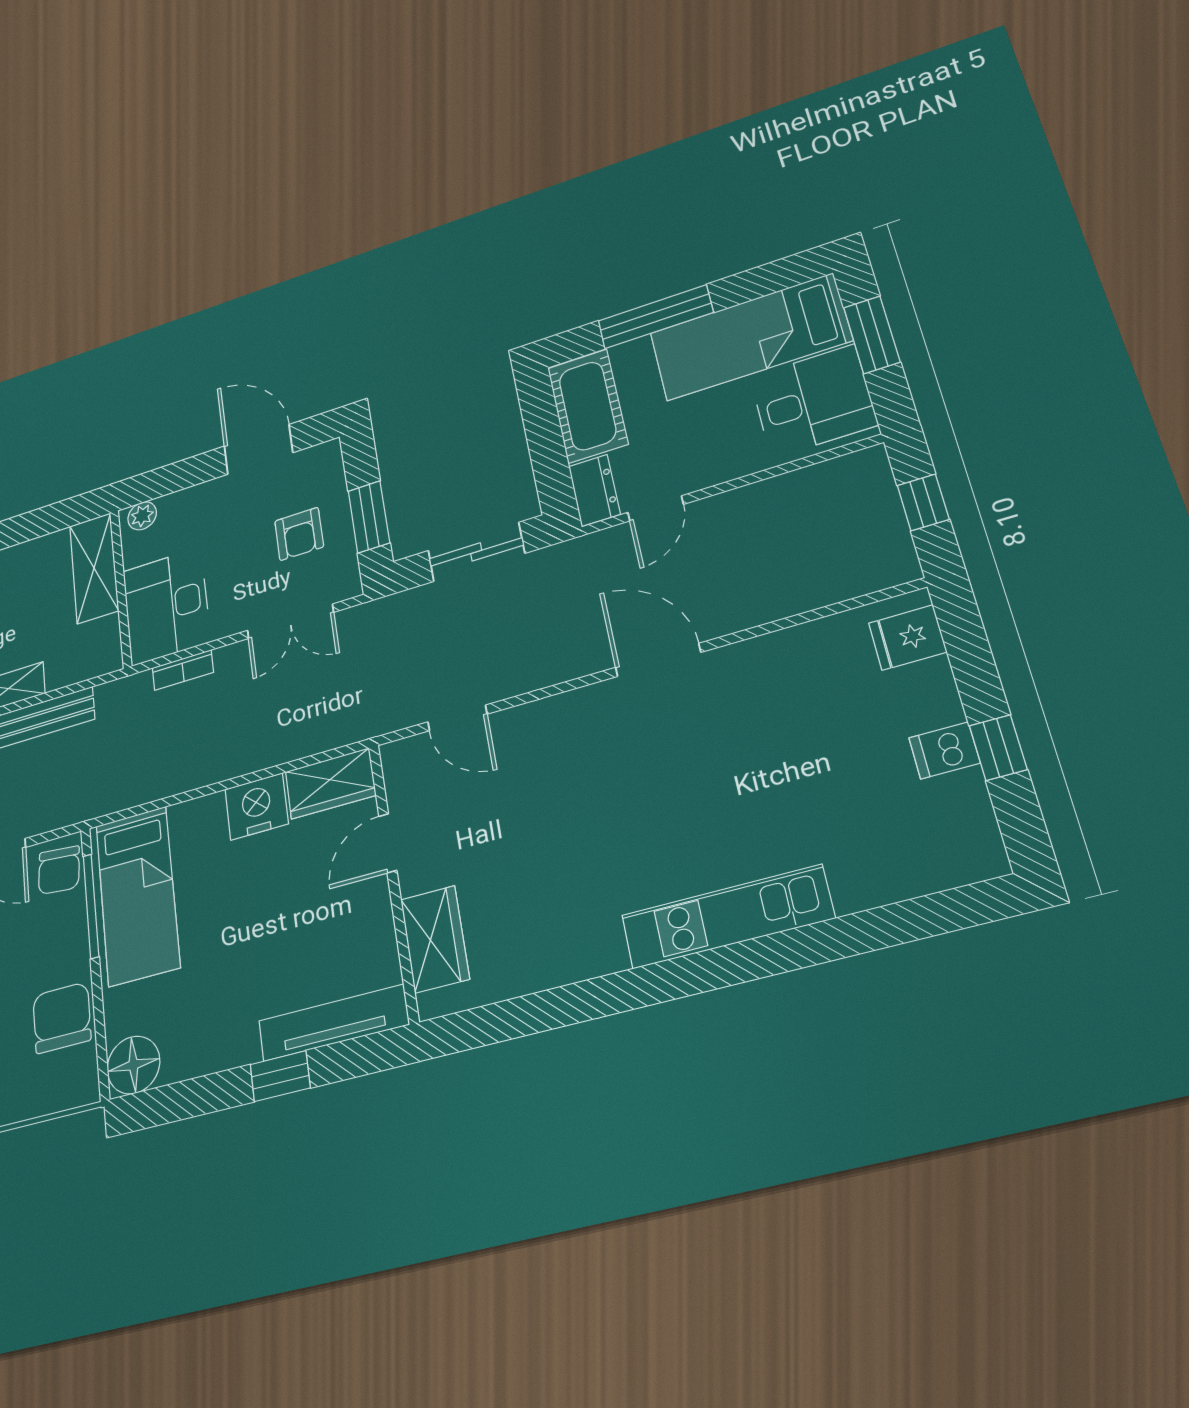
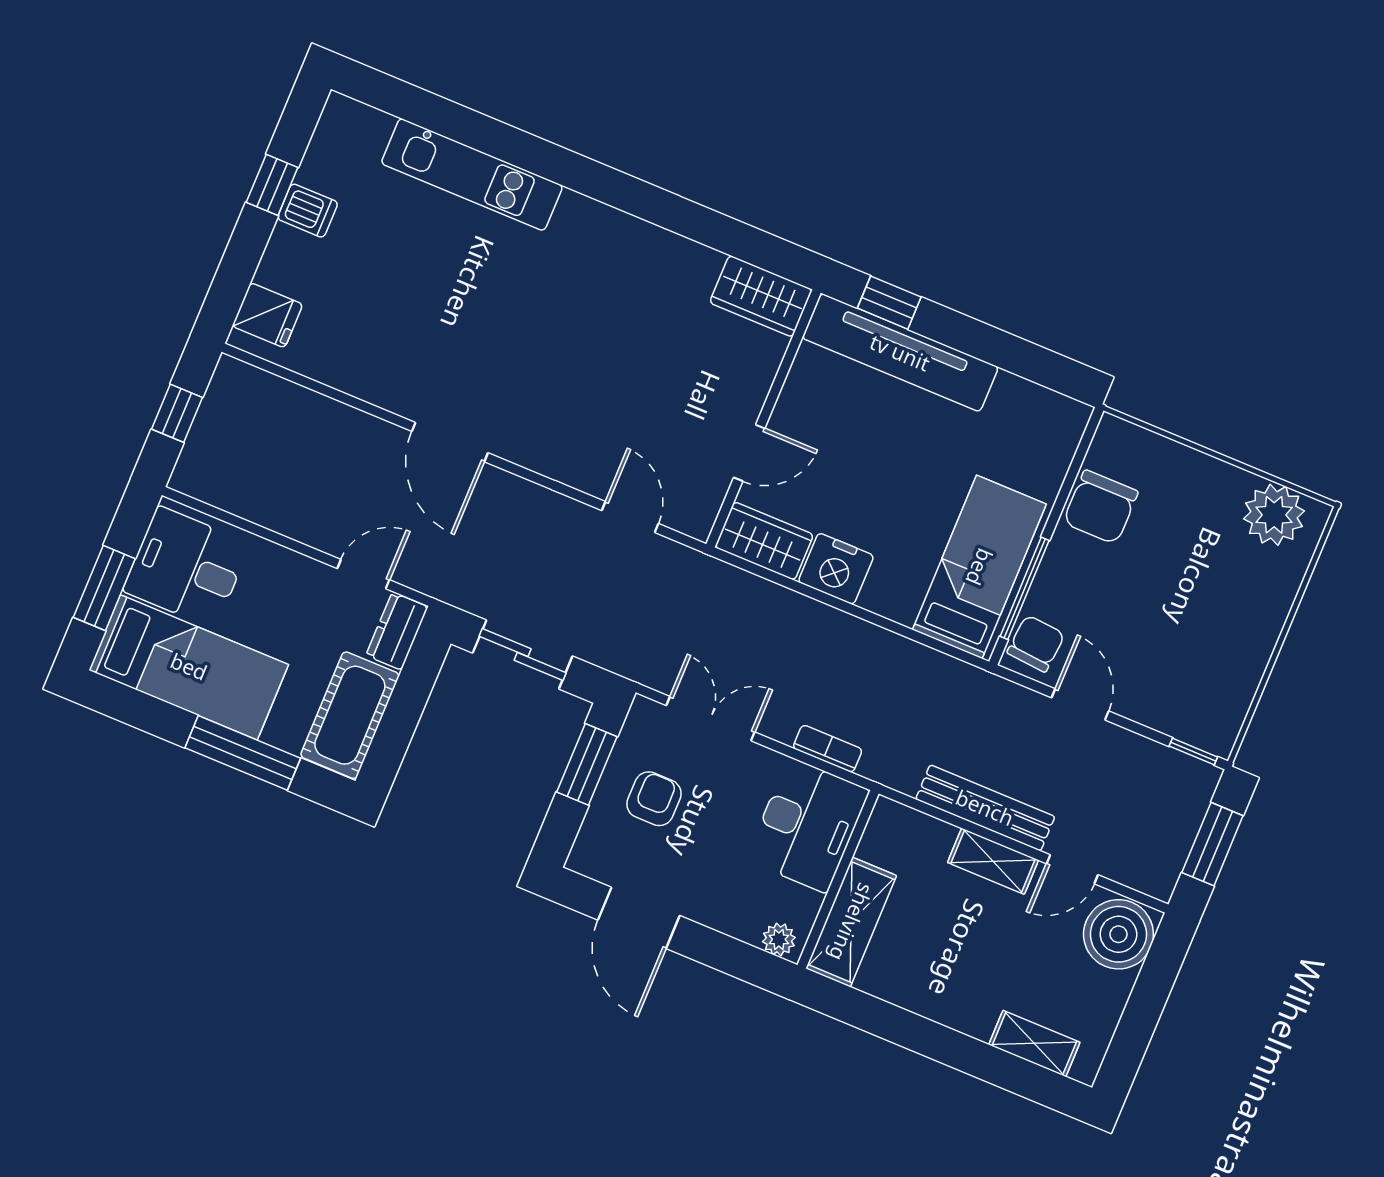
kitchen unit: (727, 917) -> (472, 175), moved
wardrobe: (435, 939) -> (761, 296), moved, turned -90
tv unit: (333, 1023) -> (900, 353), width x1.36, depth x1.29
floor lamp: (133, 1065) -> (1060, 422), removed
window: (280, 1076) -> (889, 303), moved

